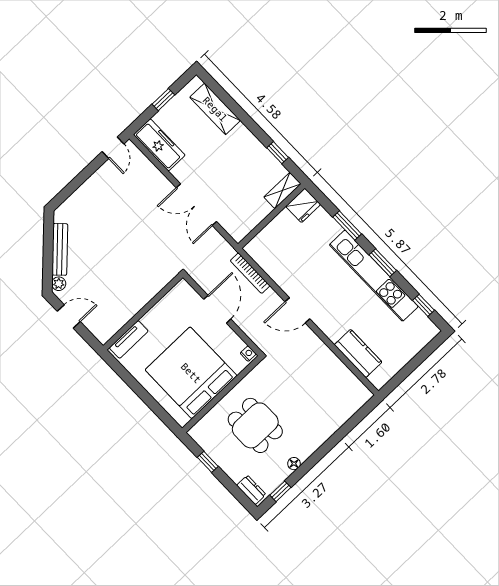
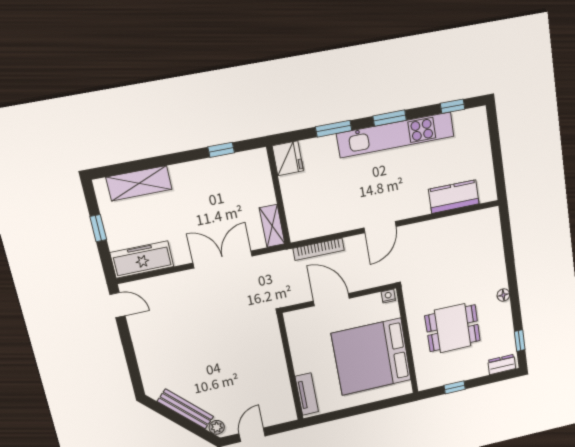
shelving: (282, 190) -> (272, 226), moved
double door: (196, 205) -> (223, 260), swing flipped
floor lamp: (294, 464) -> (503, 295), moved

